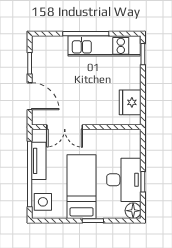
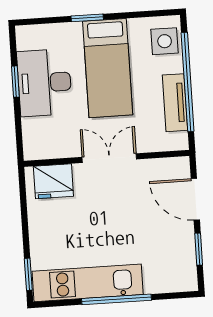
fridge: (130, 102) -> (53, 181), moved, turned 90
double door: (65, 127) -> (109, 158), moved
floor lamp: (133, 211) -> (27, 37), removed

